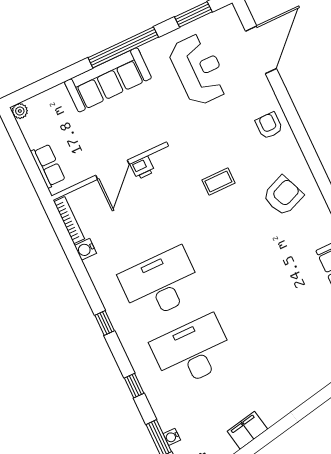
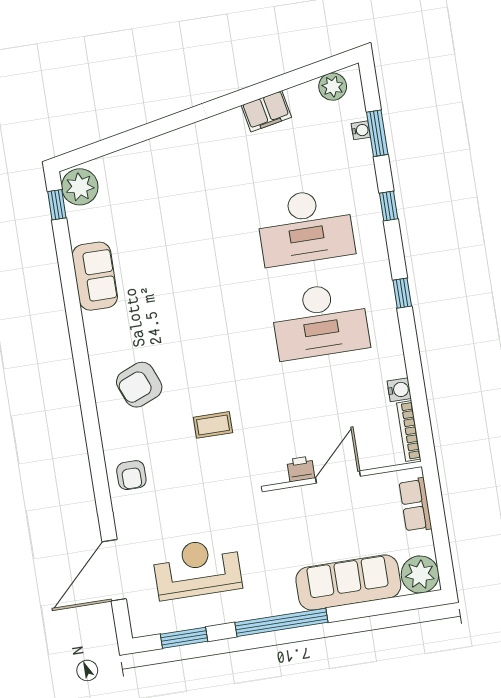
reception desk: (199, 69) -> (197, 569), turned 90
sofa: (108, 80) -> (348, 583), moved
plant: (20, 111) -> (420, 574), width x1.87, depth x1.87

